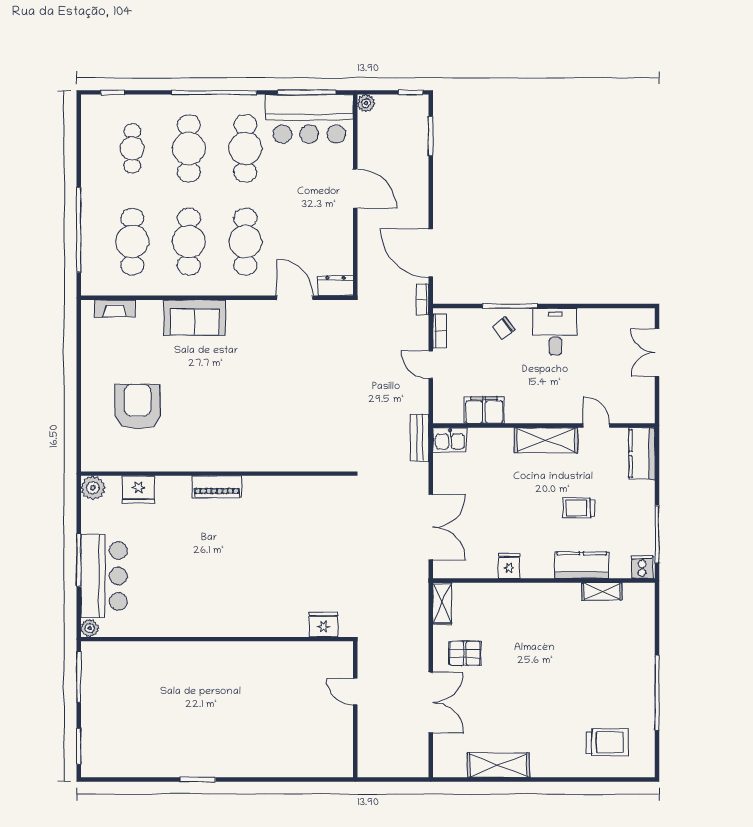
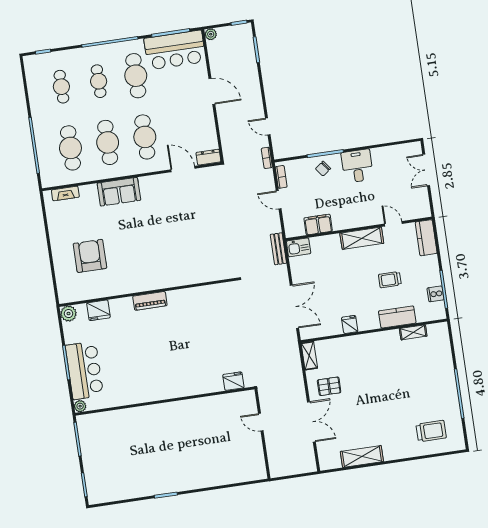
cafe table: (189, 148) -> (99, 81), width x0.73, depth x0.74
door: (431, 253) -> (268, 126), width x0.53
cooker: (642, 567) -> (435, 294), moved, turned -90

